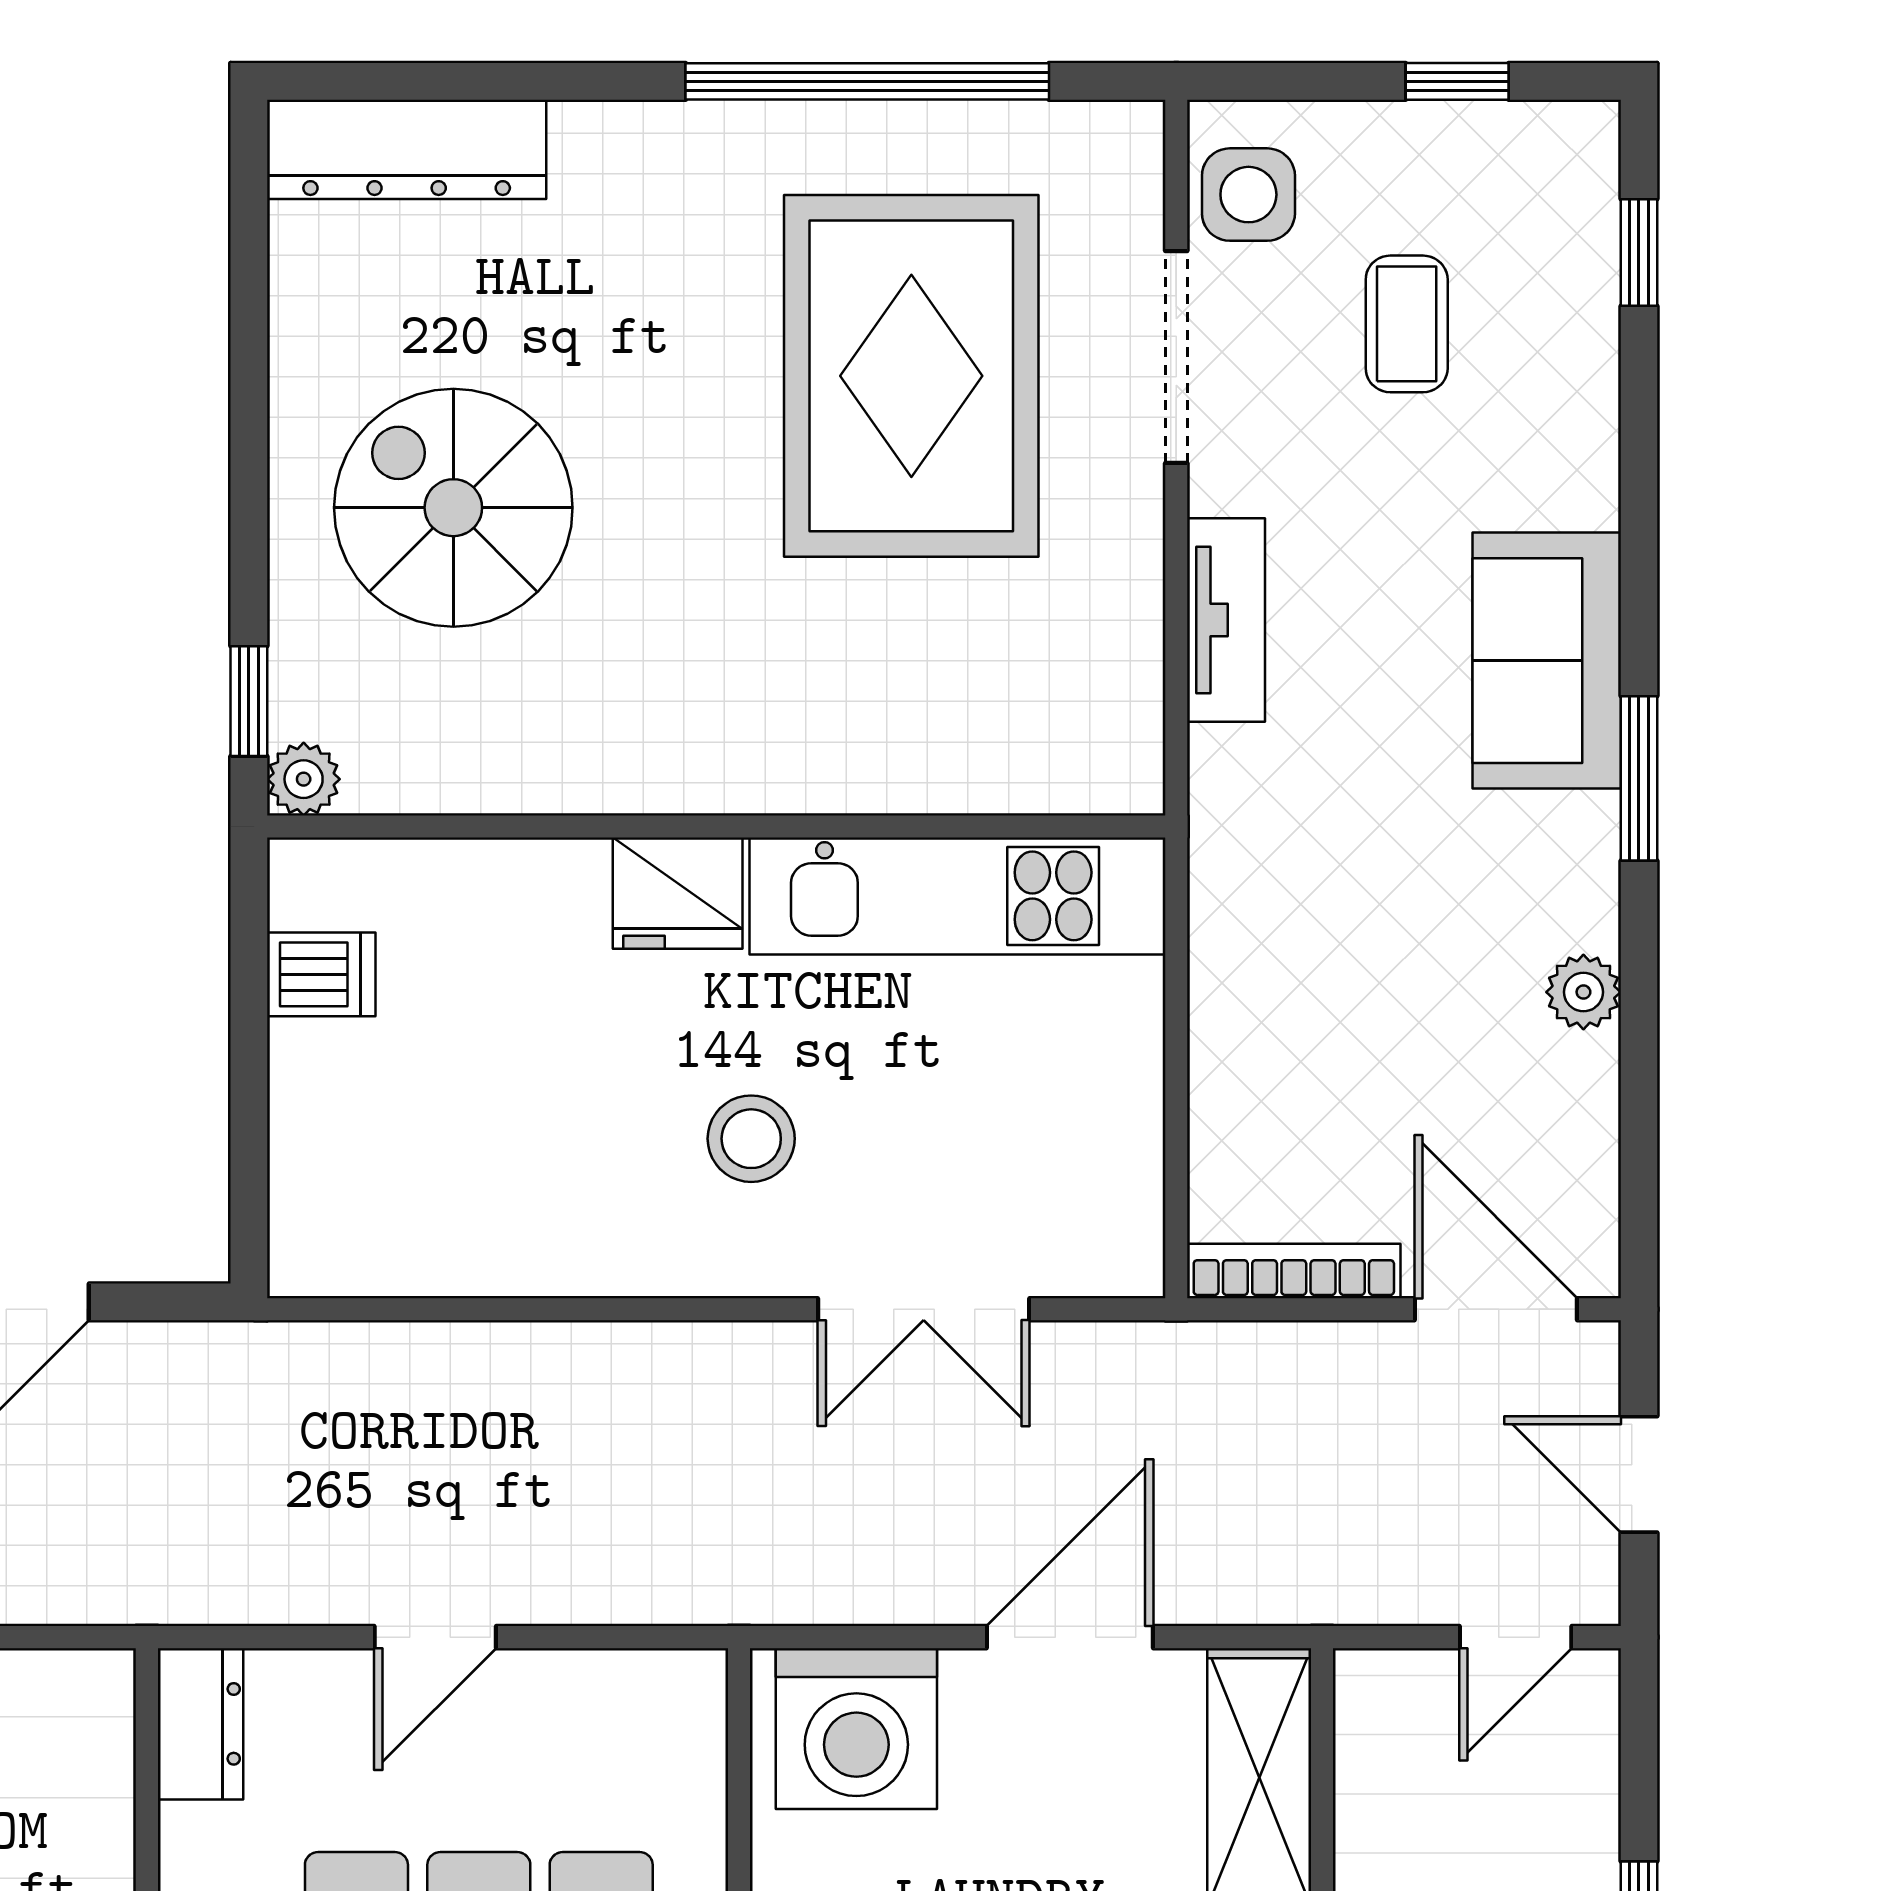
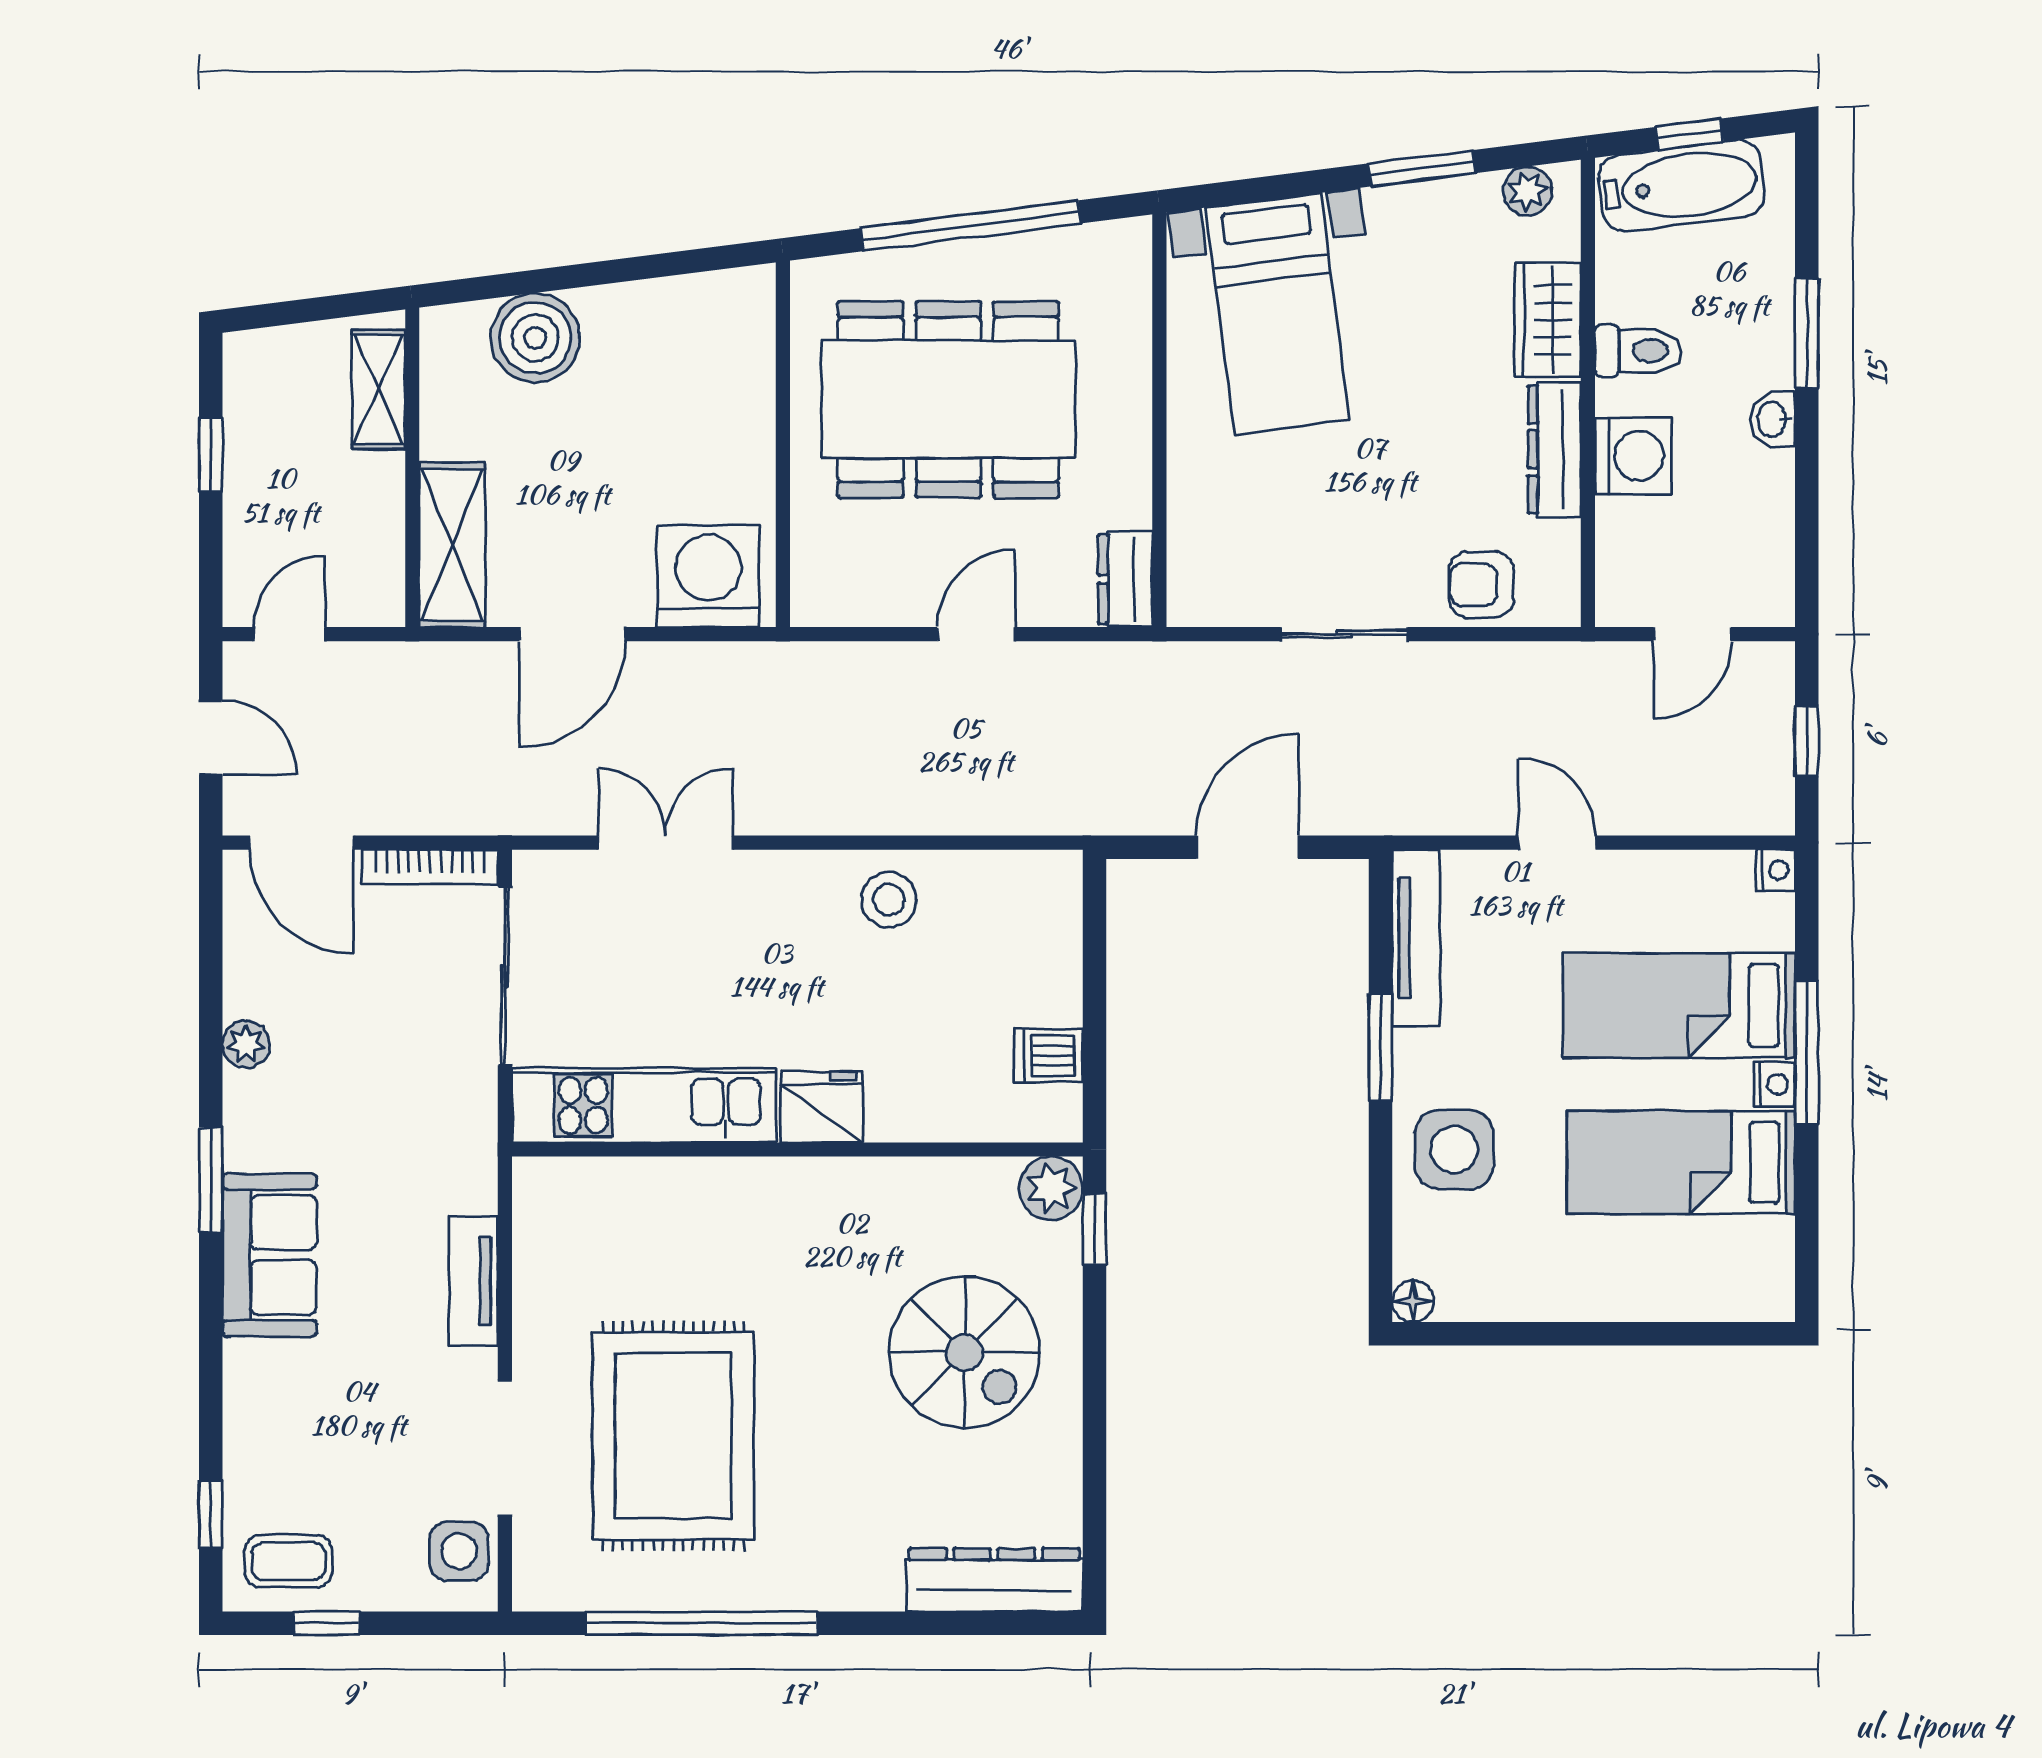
coffee table: (1407, 324) -> (288, 1561), moved, turned 90
plant: (304, 779) -> (1051, 1188), width x1.38, depth x1.38
sliding door: (1176, 1099) -> (505, 976), added
stool: (751, 1139) -> (889, 900), moved

